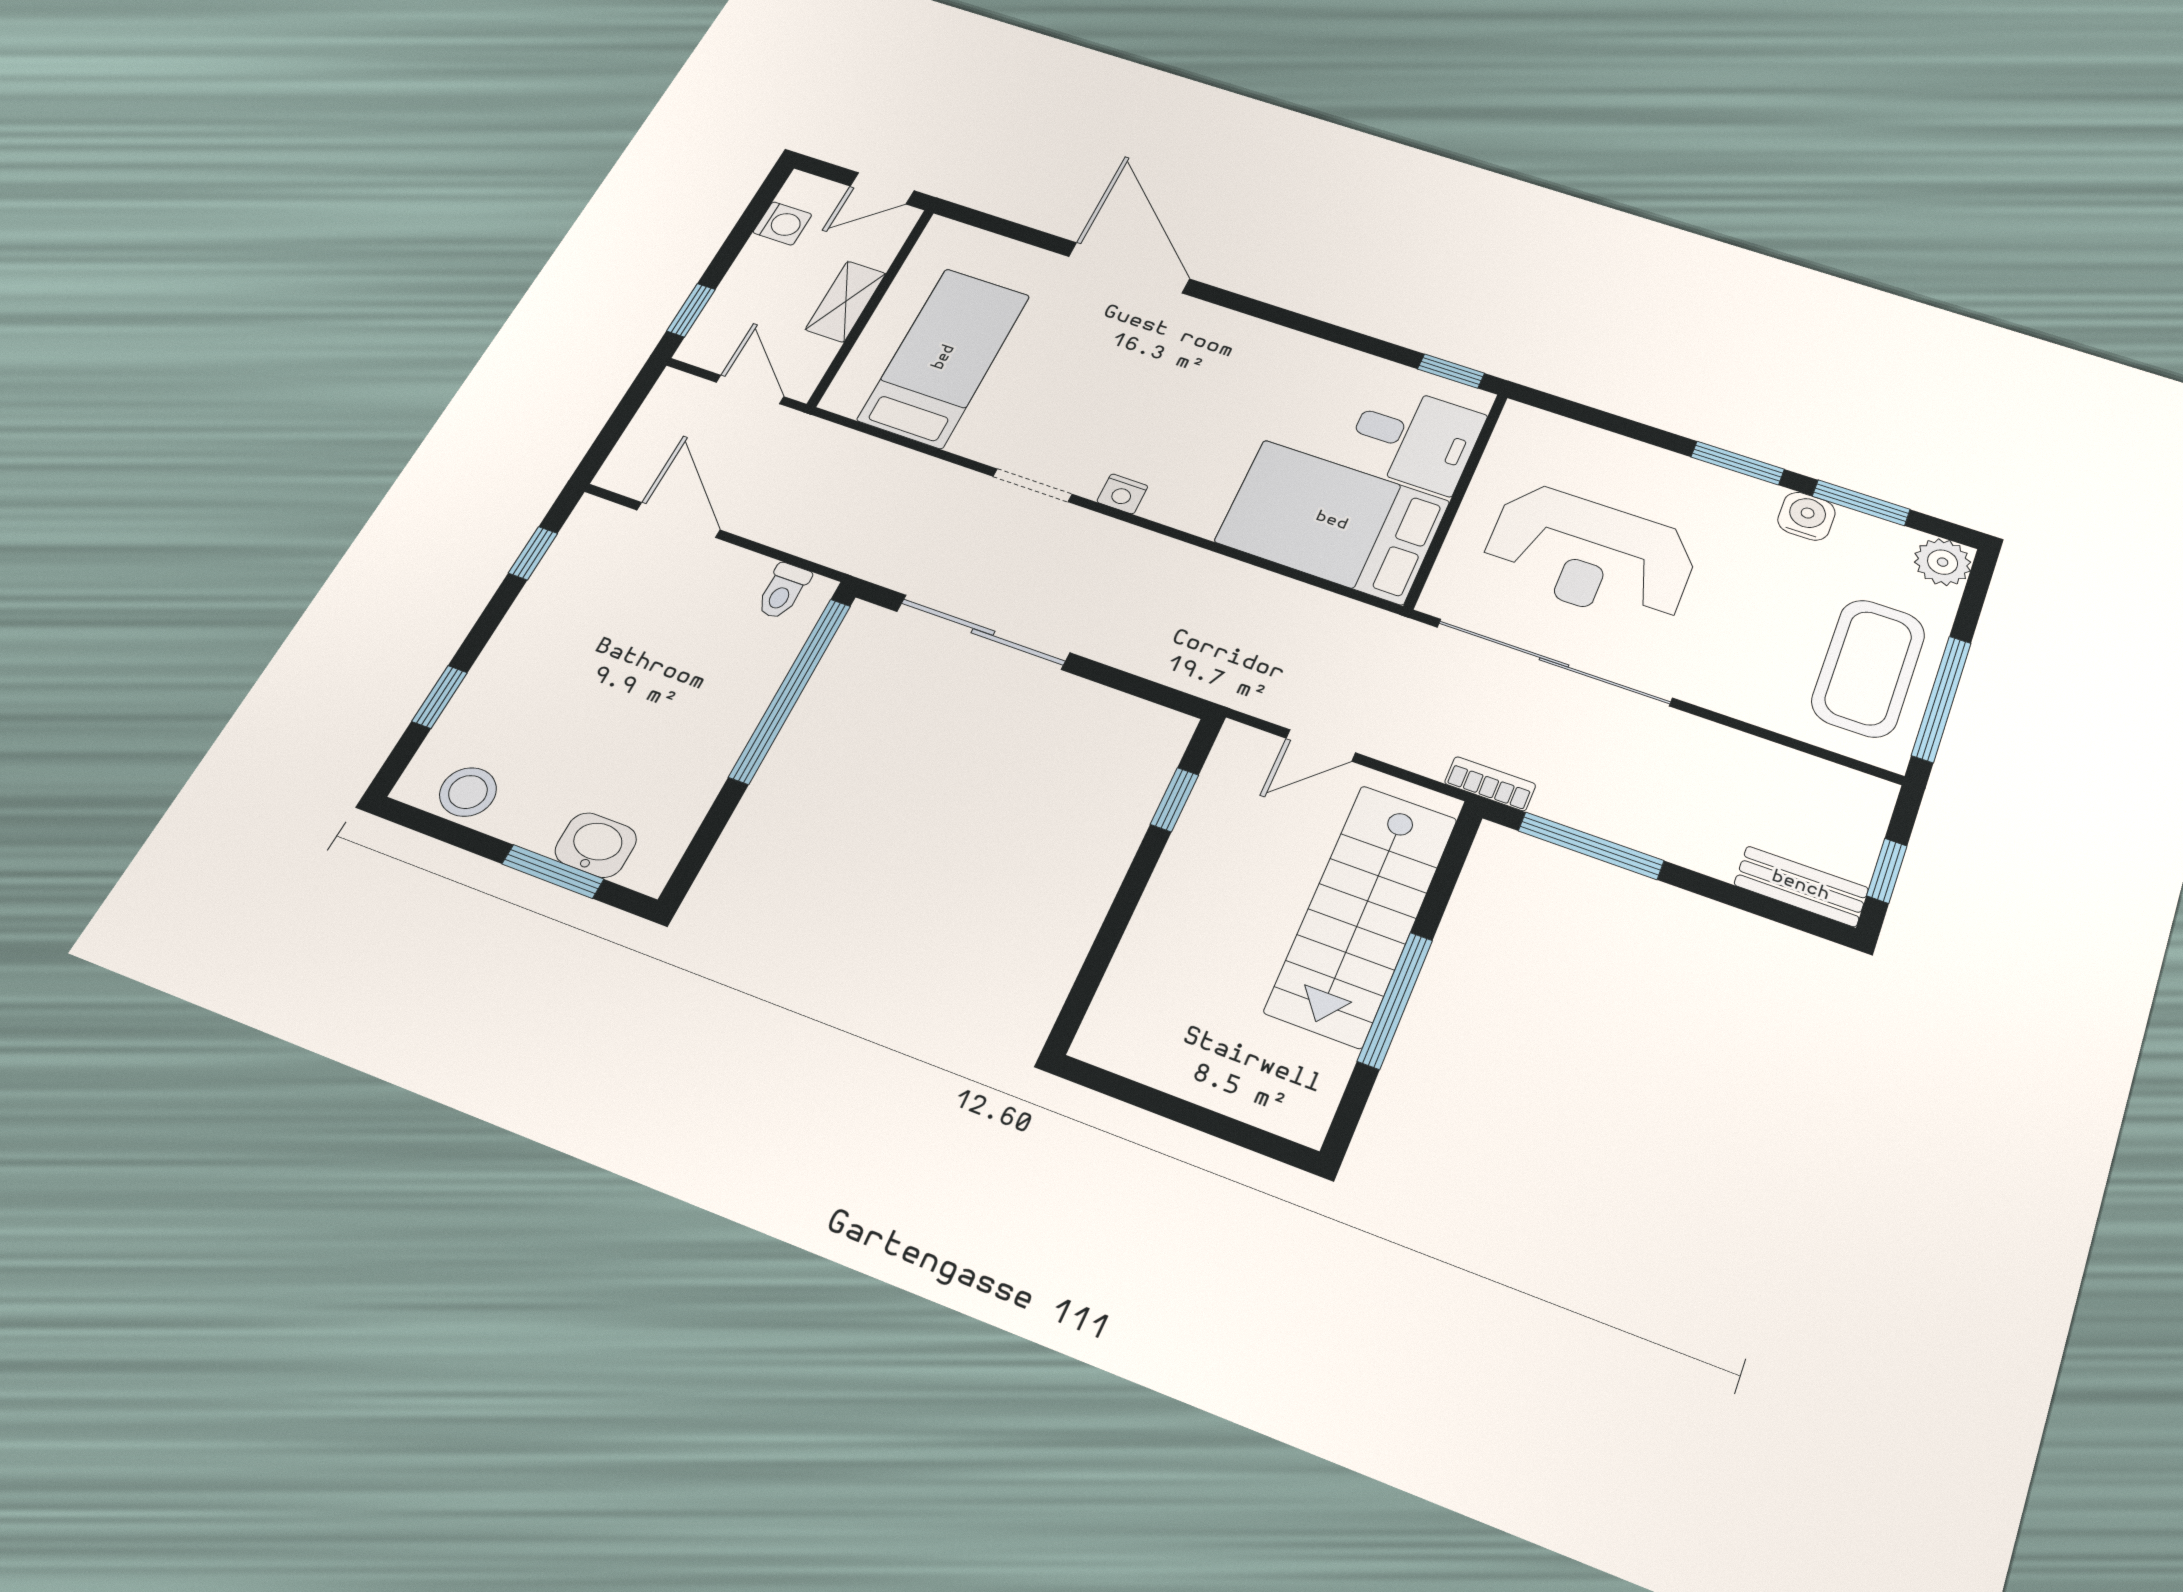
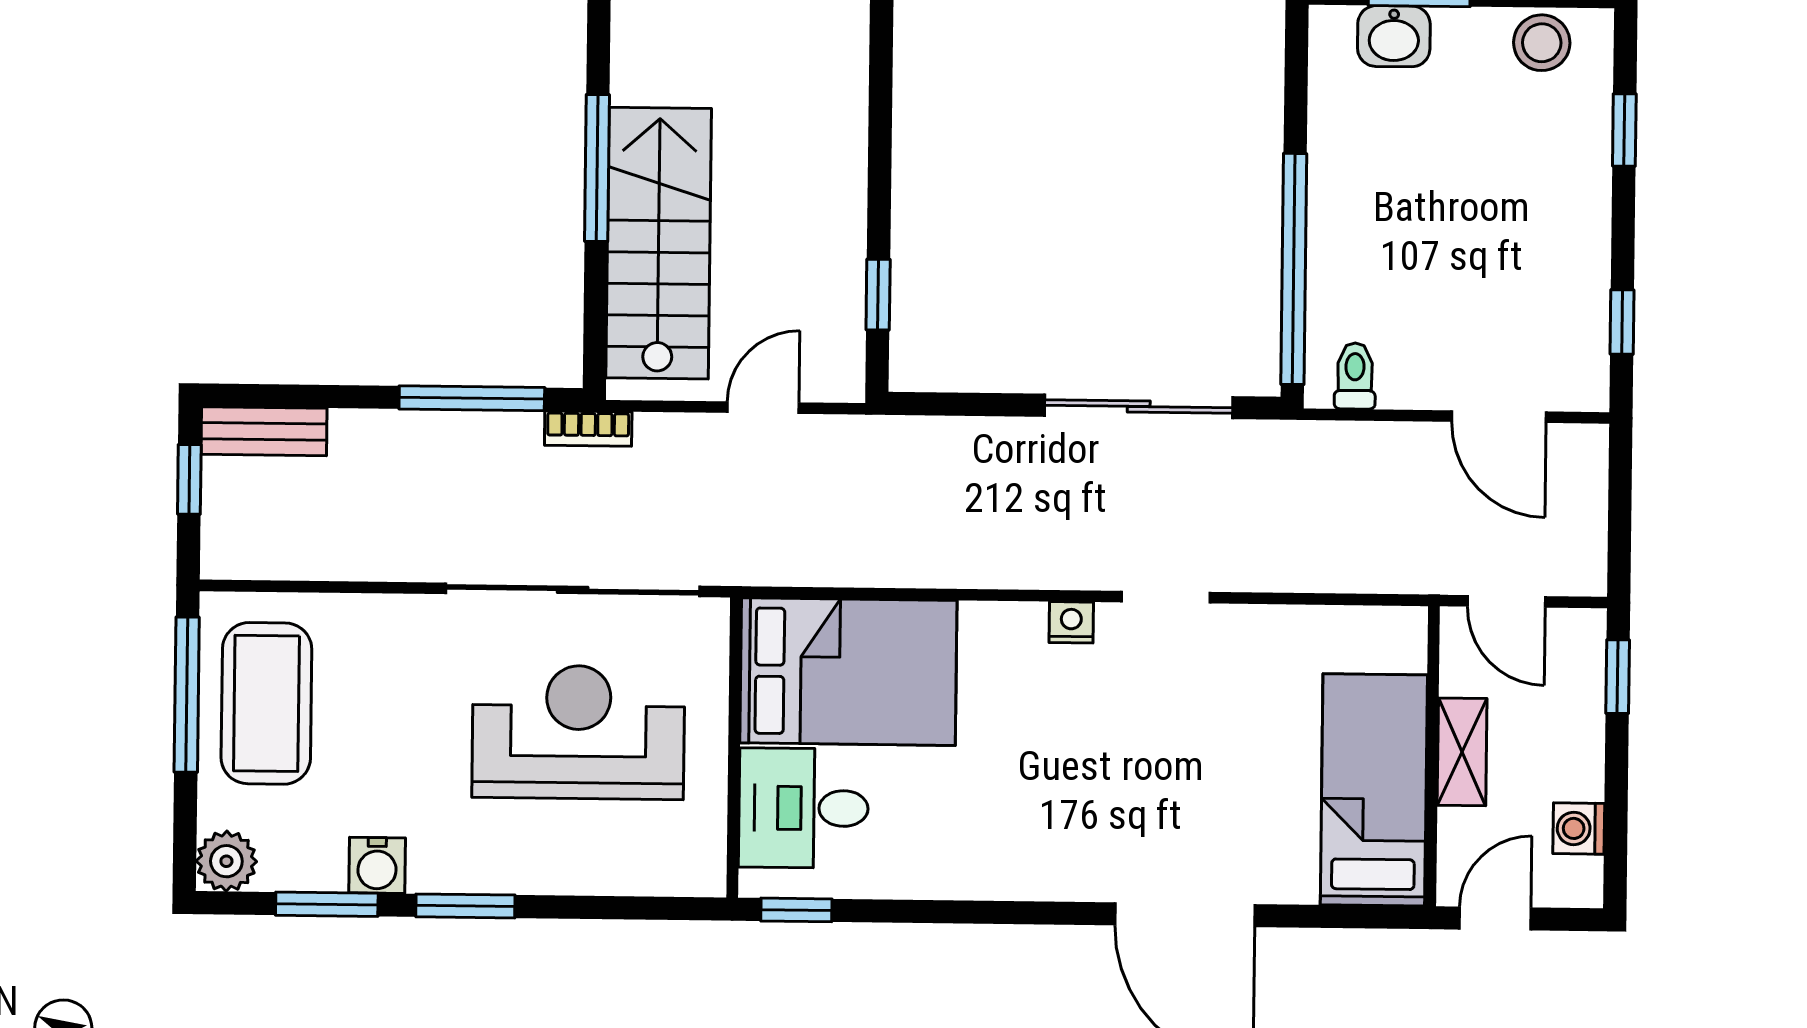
bed: (944, 357) -> (1374, 790), moved, turned 180

